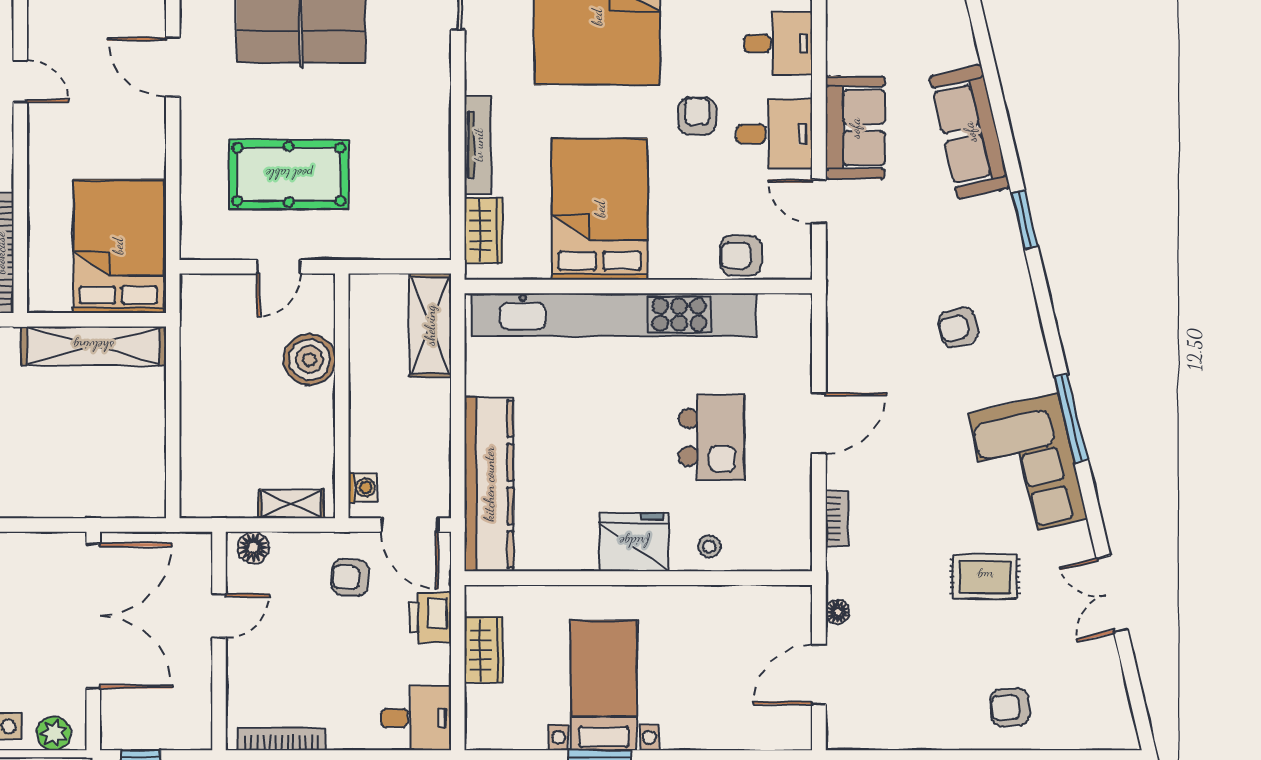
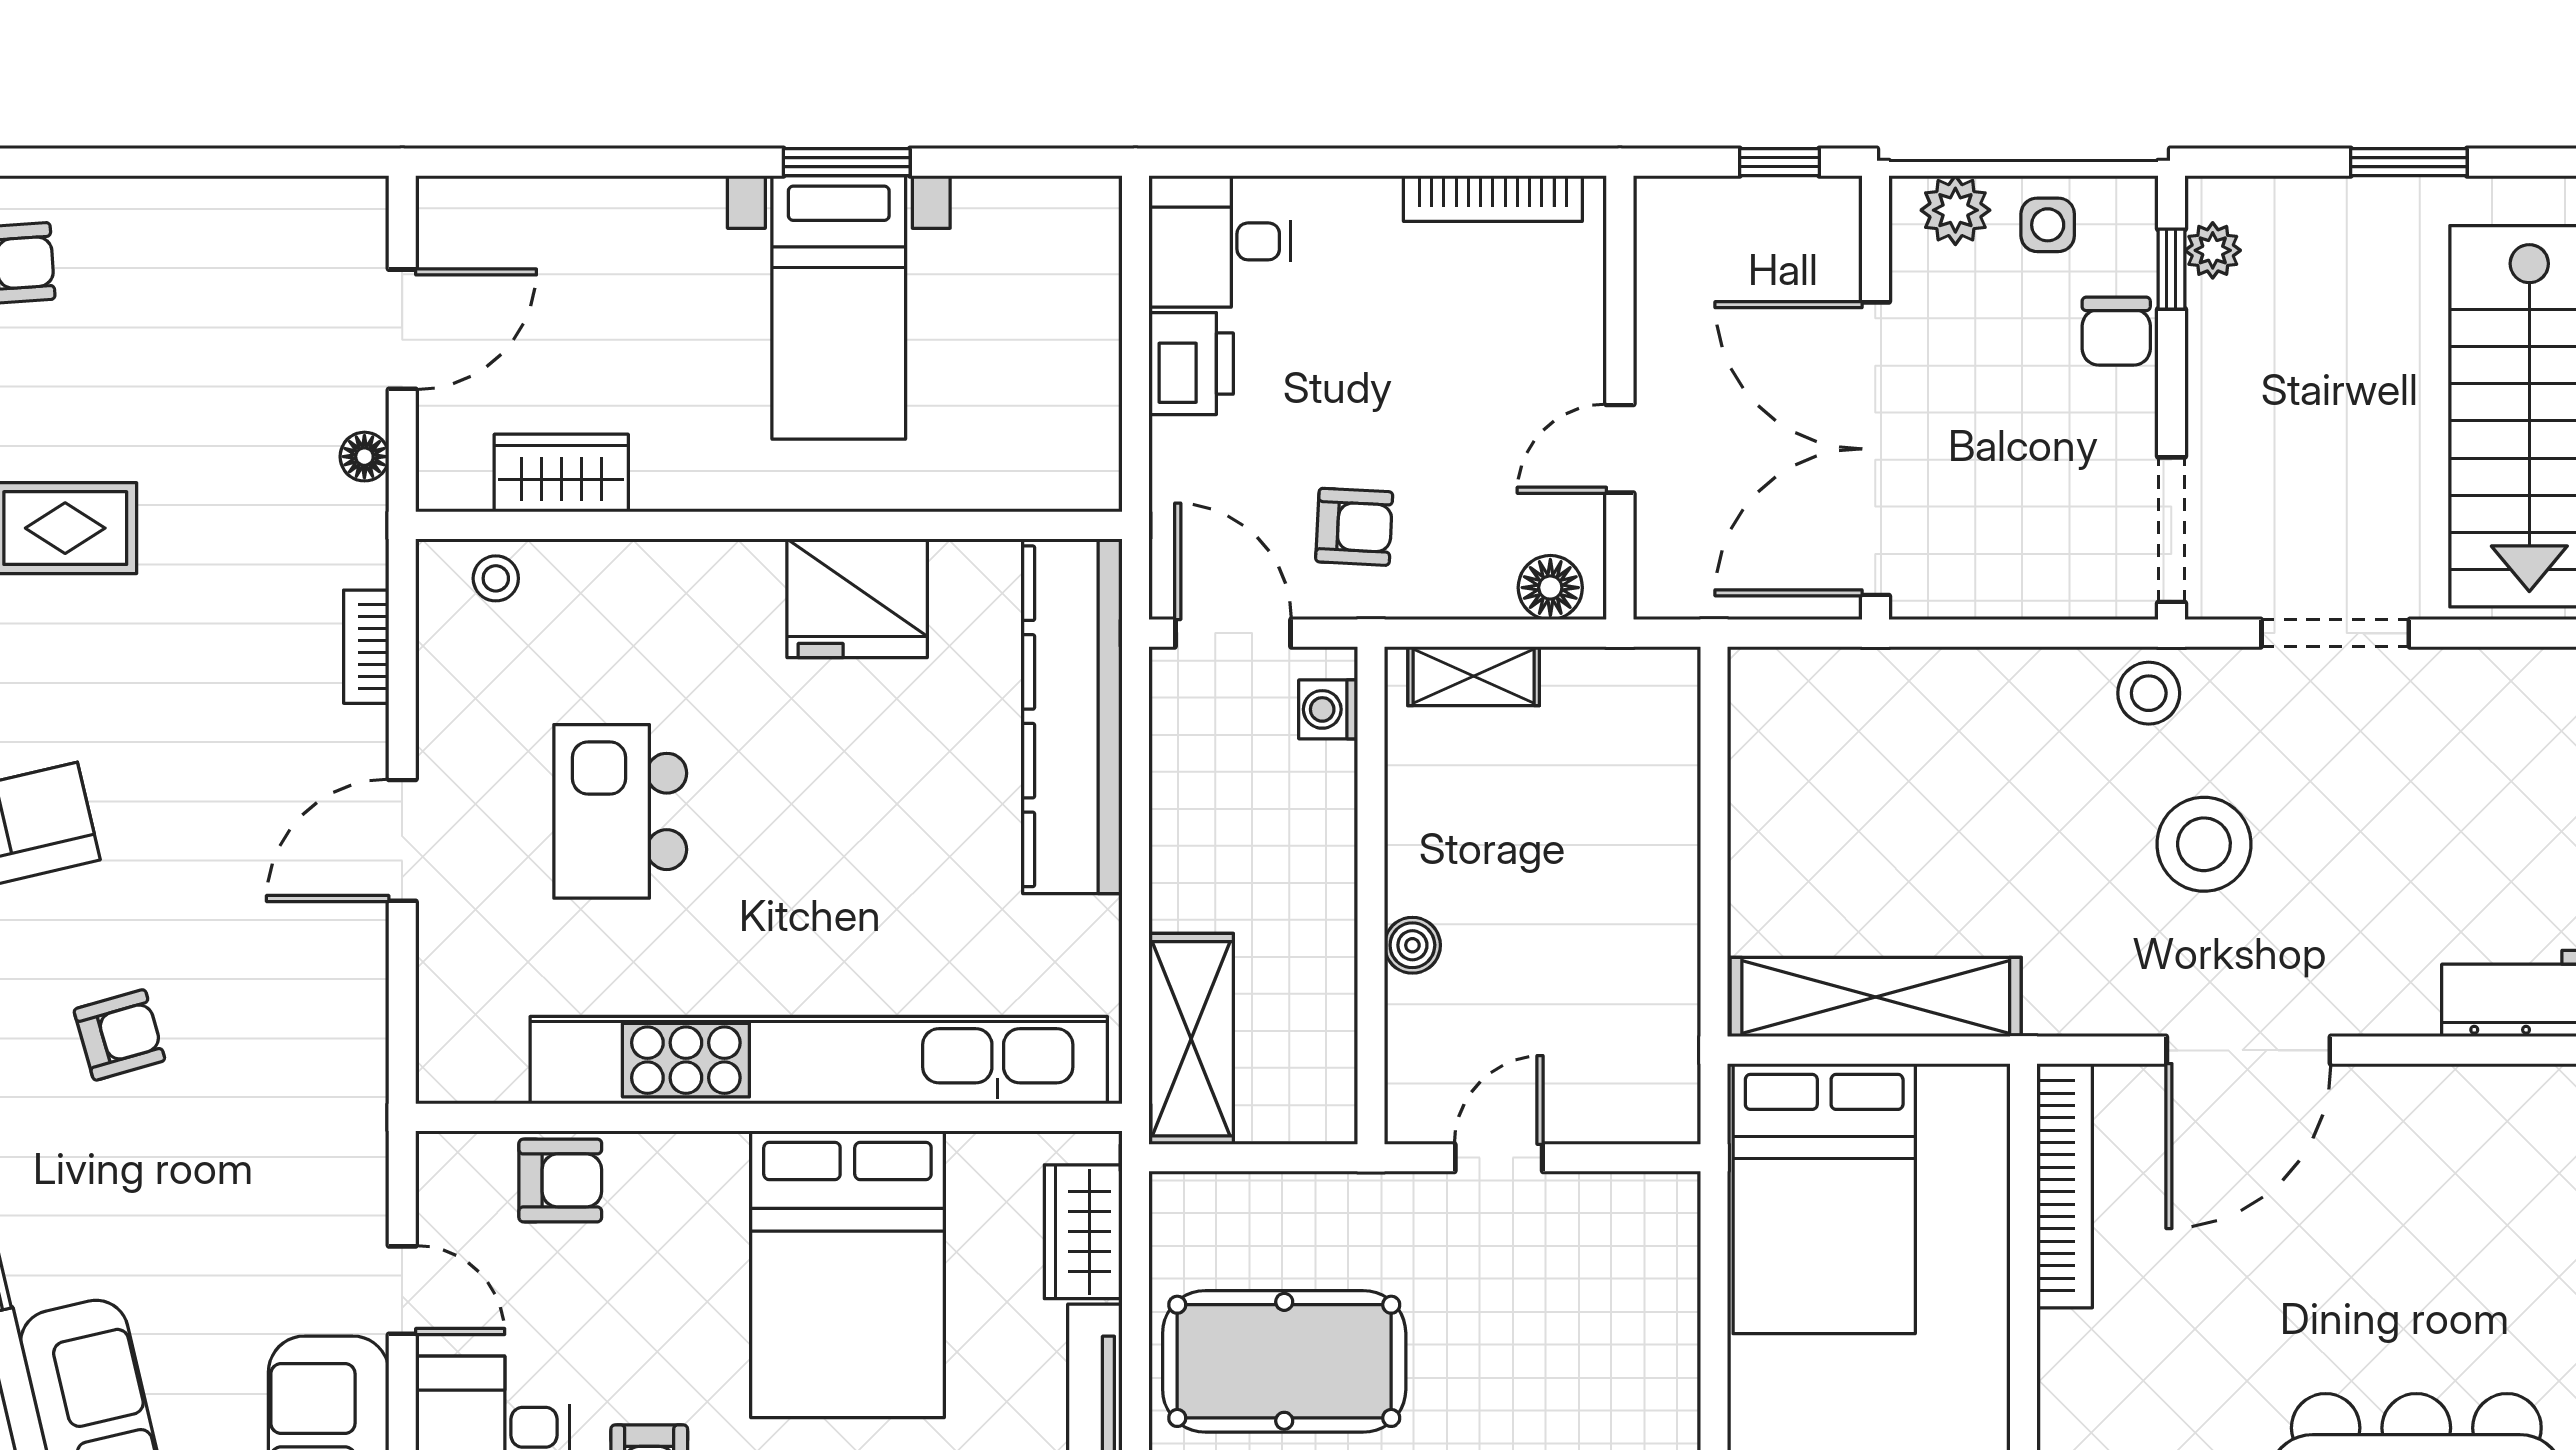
pool table: (289, 174) -> (1284, 1361), moved
boiler: (309, 359) -> (1412, 945), width x0.54, depth x0.54
fridge: (634, 542) -> (857, 598), moved
stool: (709, 547) -> (496, 578), moved
printer: (430, 618) -> (1191, 364), moved
wardrobe: (483, 650) -> (561, 473), moved, turned 90

